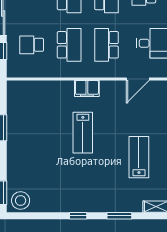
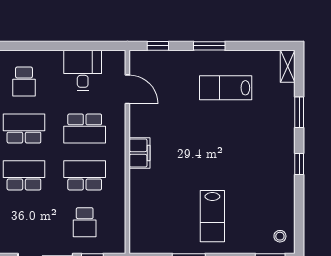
lab bench: (83, 133) -> (212, 216), moved, turned 90
stool: (21, 201) -> (280, 236), width x0.53, depth x0.53

